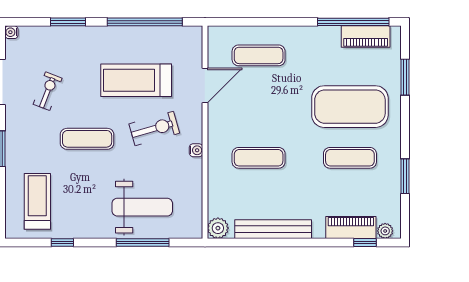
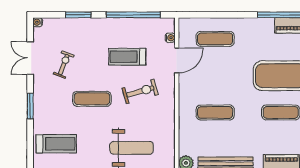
treadmill: (136, 80) -> (127, 57), width x0.73, depth x0.73
water cooler: (196, 150) -> (170, 38), moved
treadmill: (37, 201) -> (56, 144), turned 90

